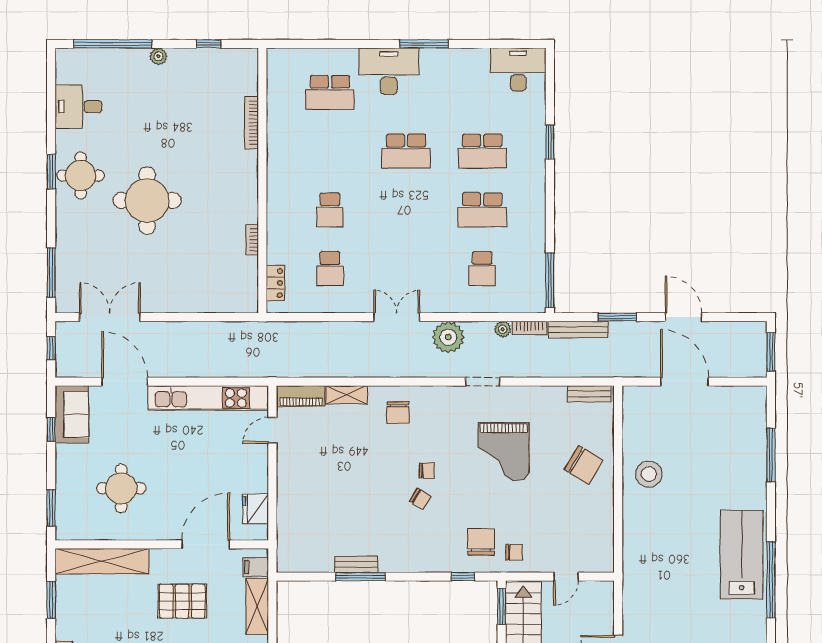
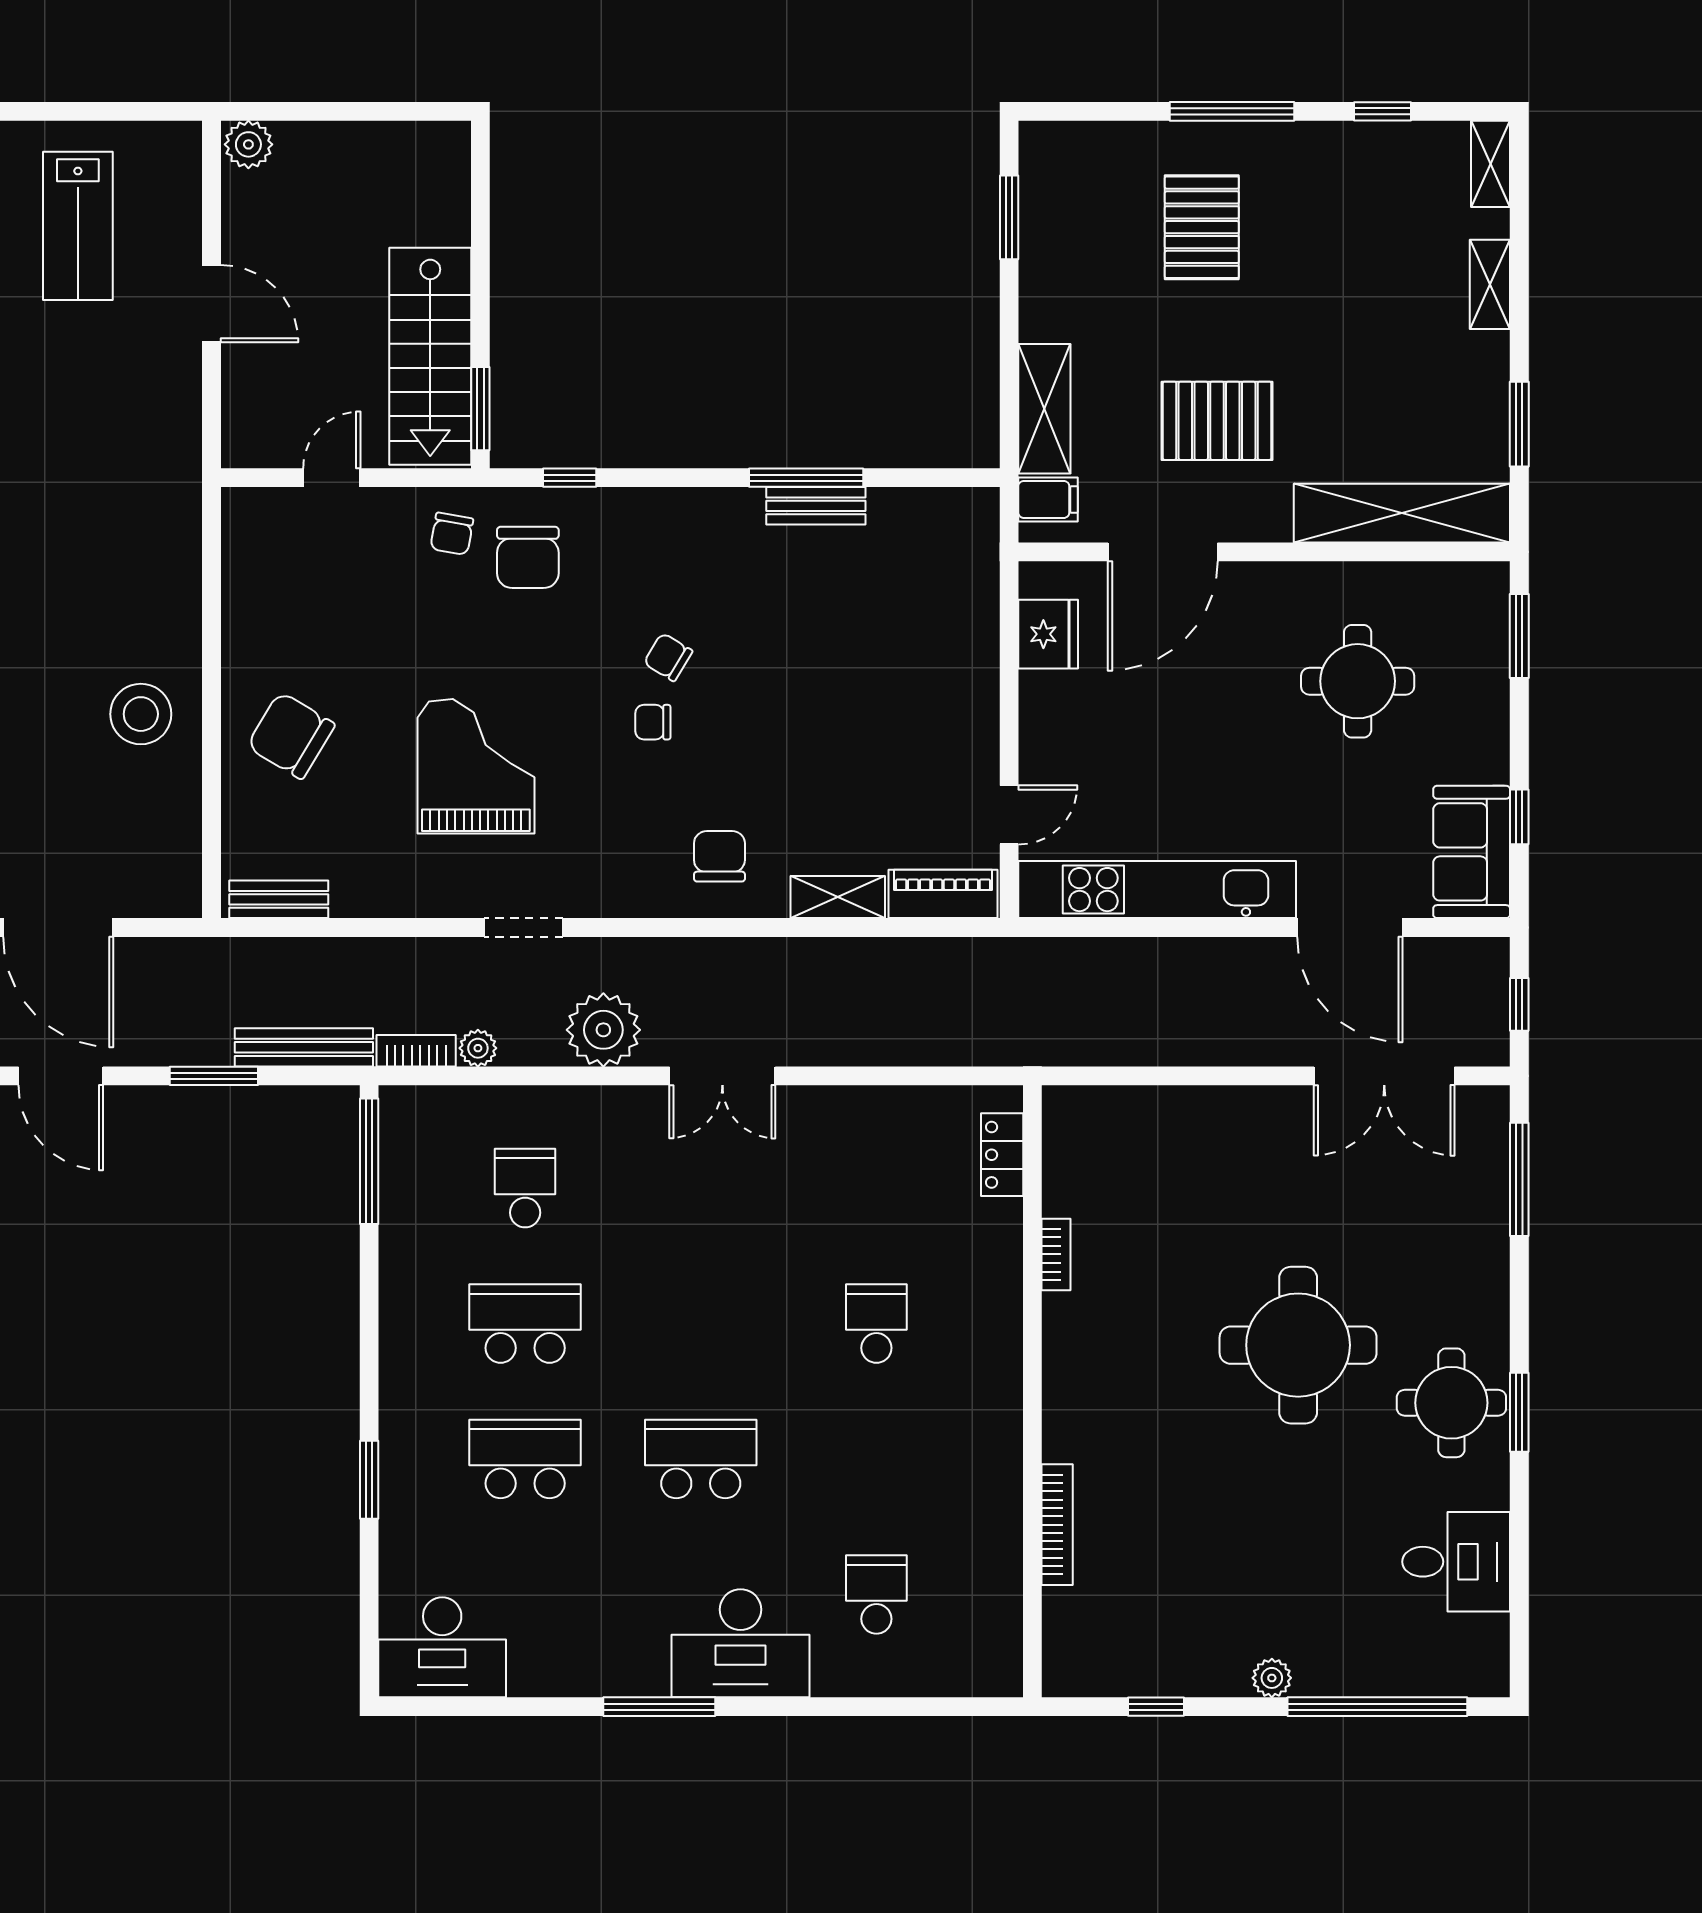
school desk: (330, 92) -> (876, 1594), width x0.54
school desk: (330, 269) -> (876, 1188), removed
chair: (514, 552) -> (452, 534), turned -80

